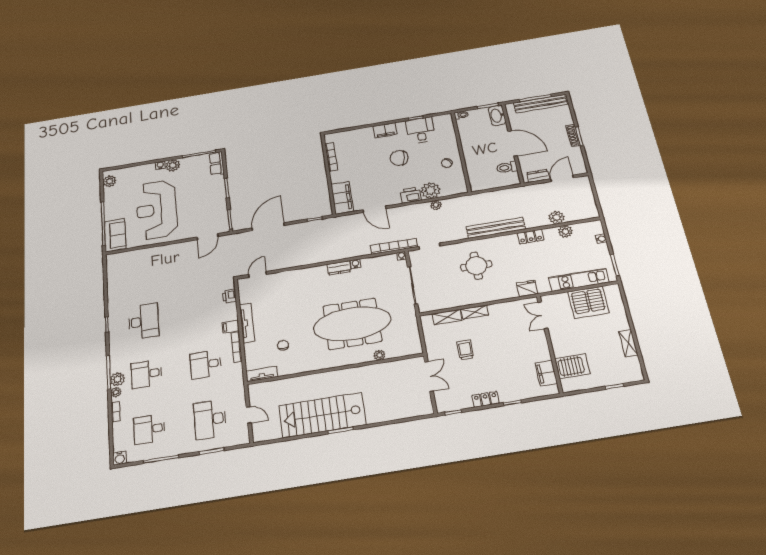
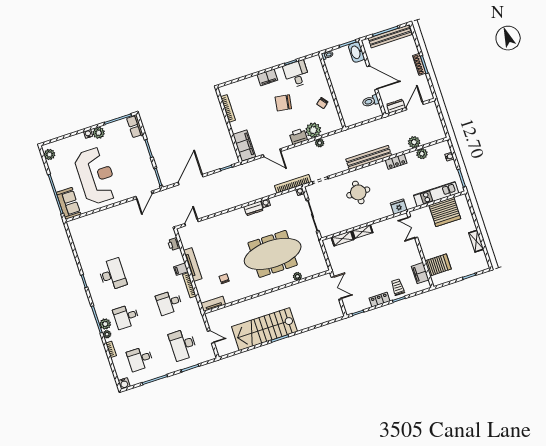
reception desk: (156, 210) -> (96, 176), turned 180
trolley: (465, 350) -> (398, 287), moved

